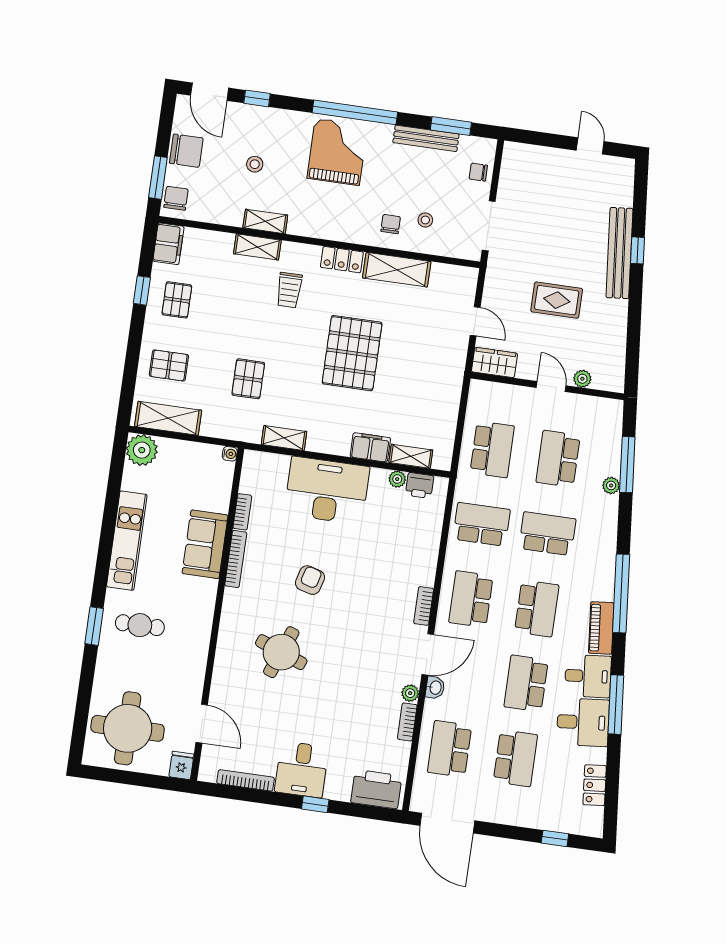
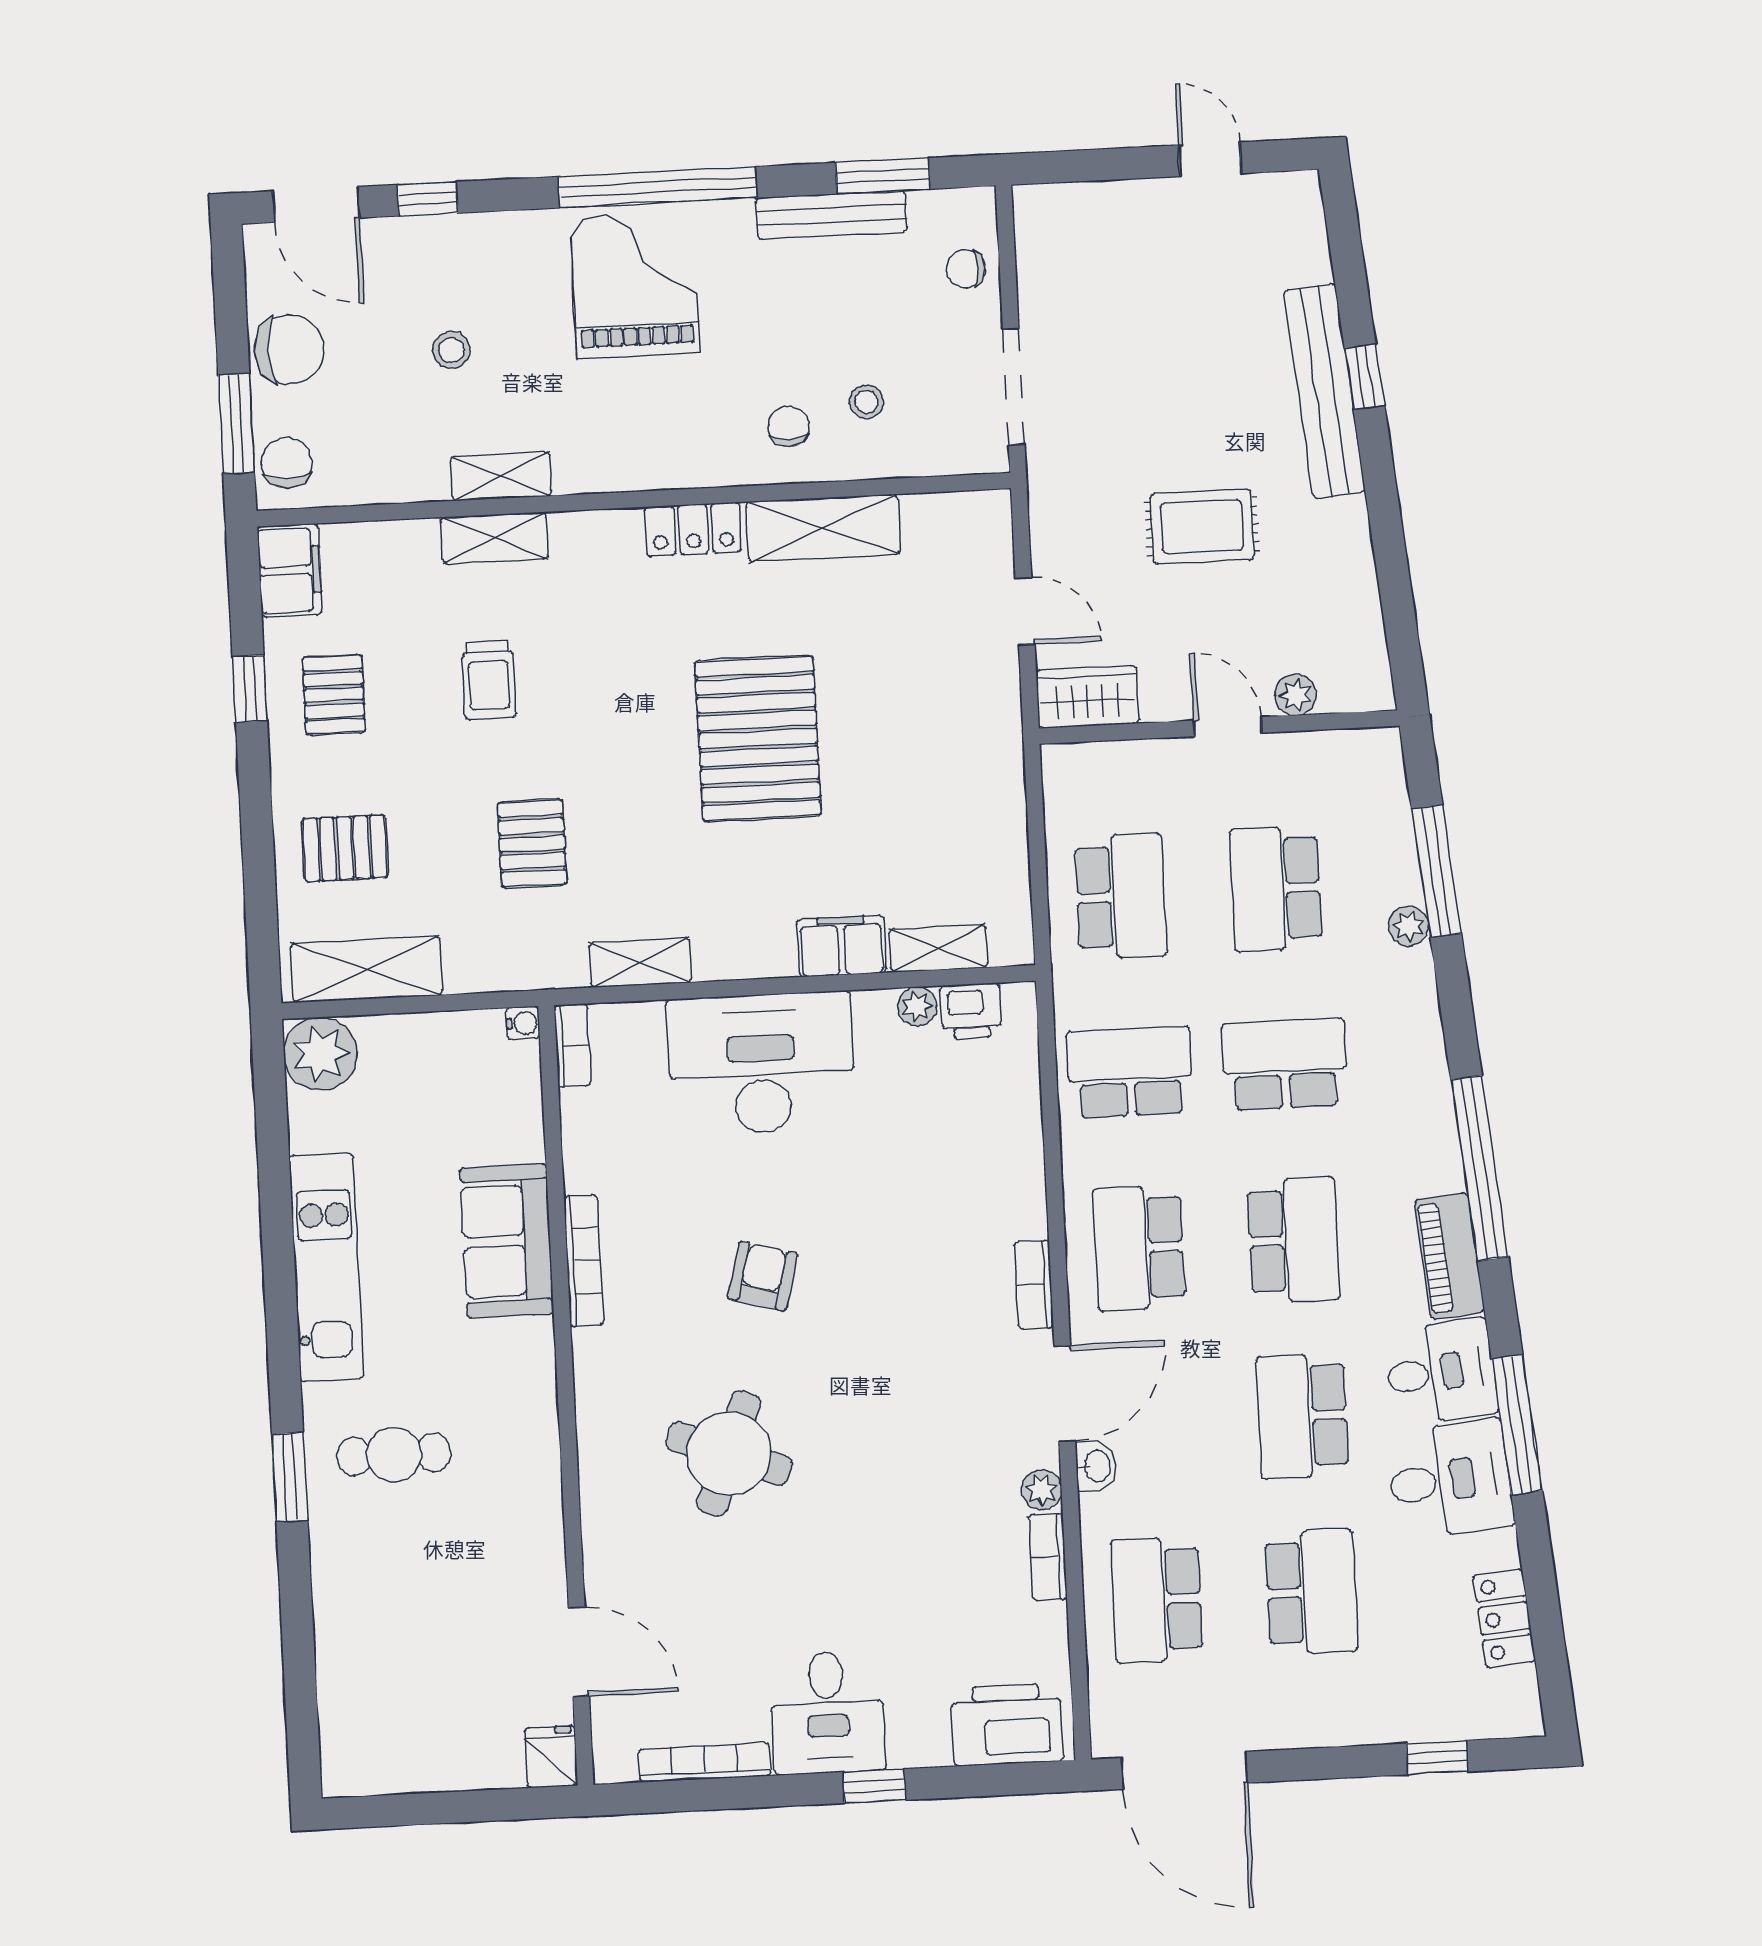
trolley: (289, 290) -> (489, 680), moved
bookcase: (242, 512) -> (572, 1045), moved
round table: (128, 728) -> (412, 1696), removed

